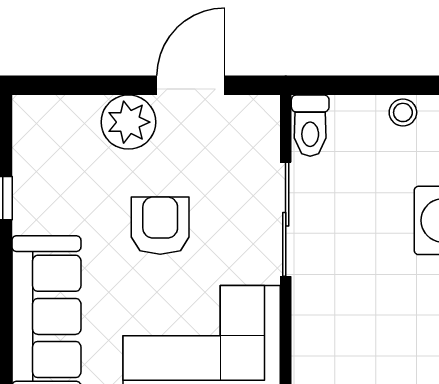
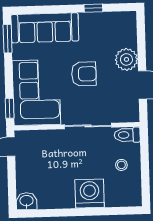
stool: (403, 112) -> (121, 165), moved

